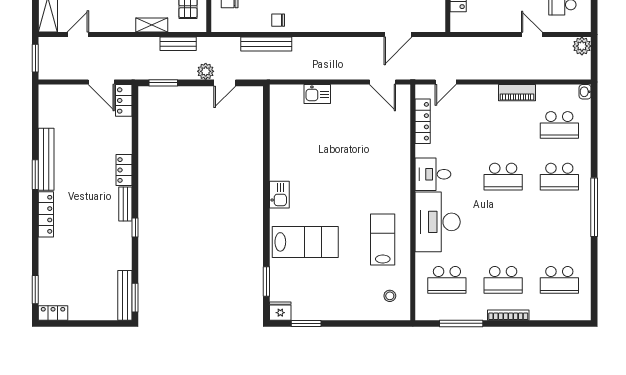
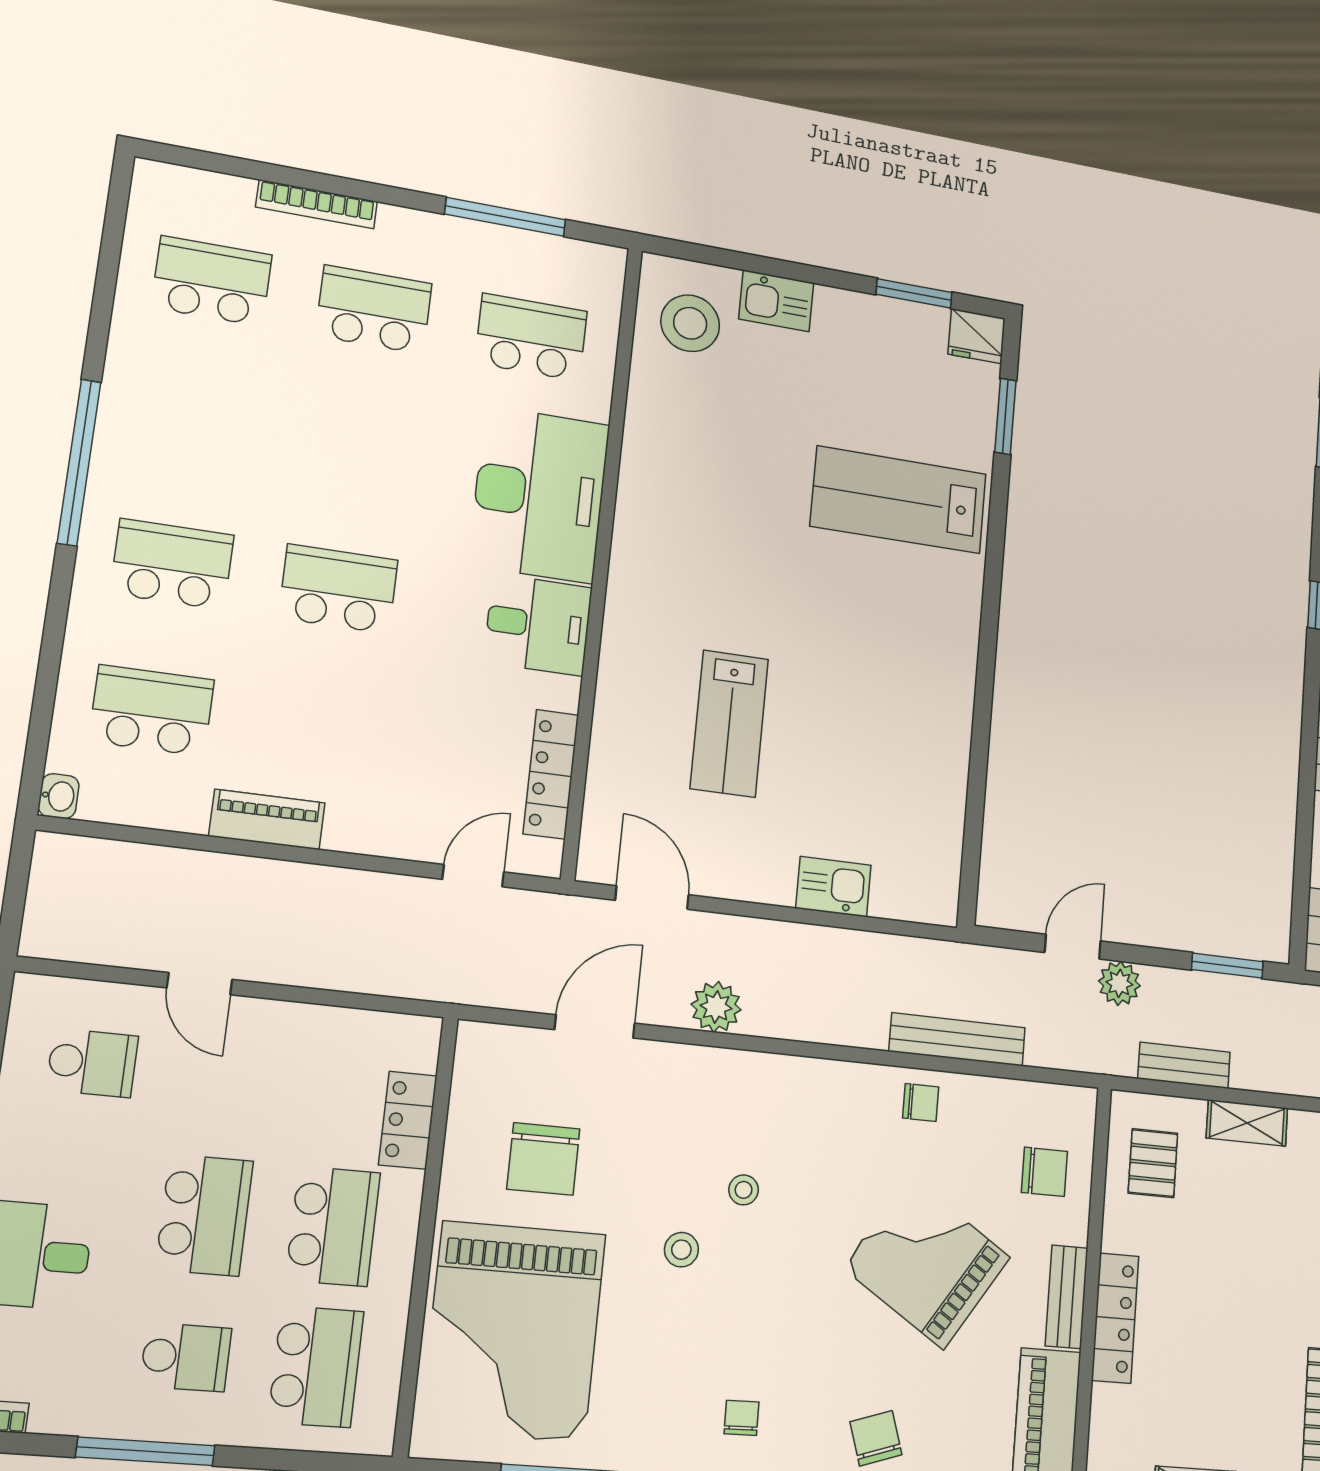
plant: (582, 46) -> (716, 1007), moved
kitchen sink: (279, 195) -> (776, 301), moved, turned -90
lab bench: (383, 239) -> (729, 724), moved
stool: (390, 296) -> (690, 323), width x1.89, depth x1.89
bookcase: (508, 315) -> (317, 204), moved

